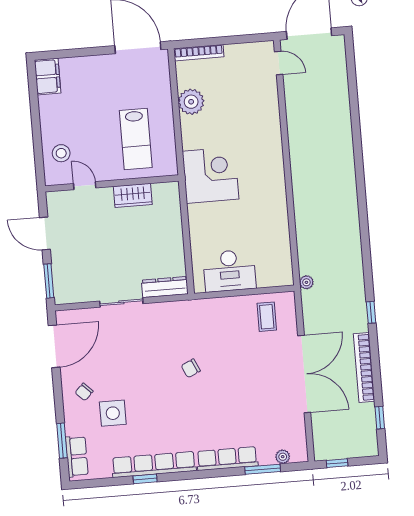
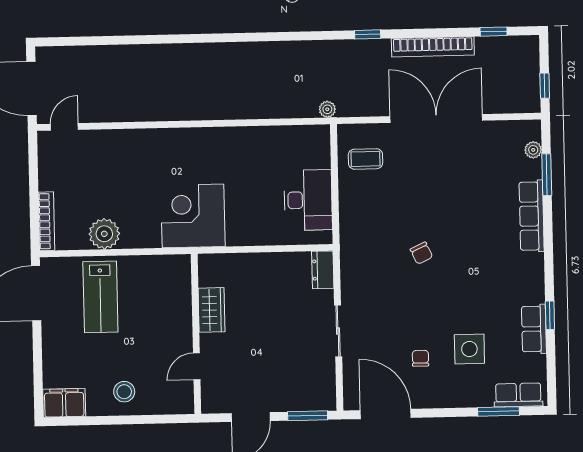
lab bench: (136, 139) -> (100, 297), moved, turned 90
stool: (61, 153) -> (124, 392), moved
dresser: (165, 287) -> (323, 270), width x0.70
chair: (84, 392) -> (420, 358), moved, turned -135
row of seats: (154, 464) -> (534, 329), width x0.50

